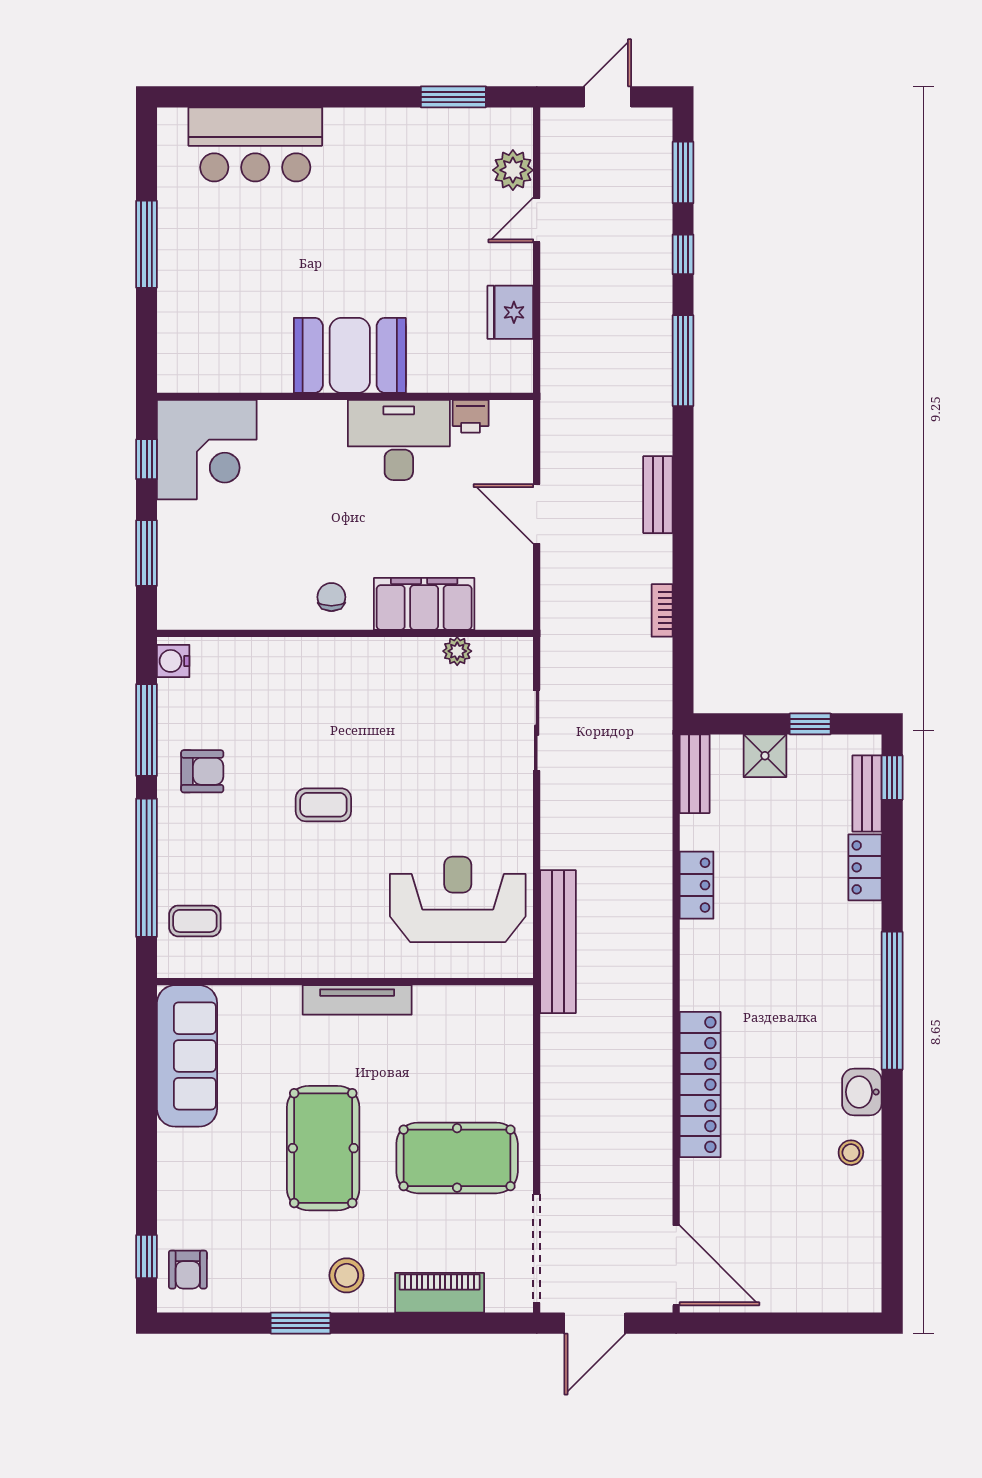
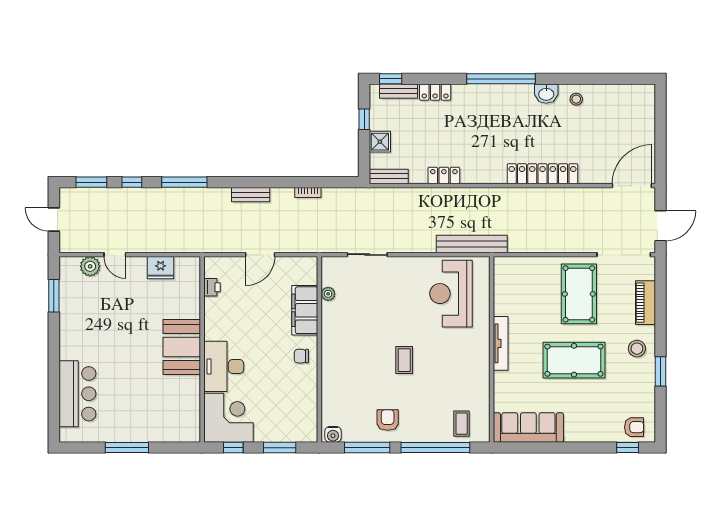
desk: (399, 440) -> (224, 366), moved
door: (595, 1323) -> (661, 226), hinge flipped

